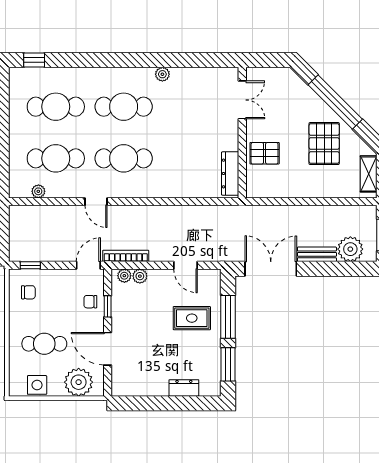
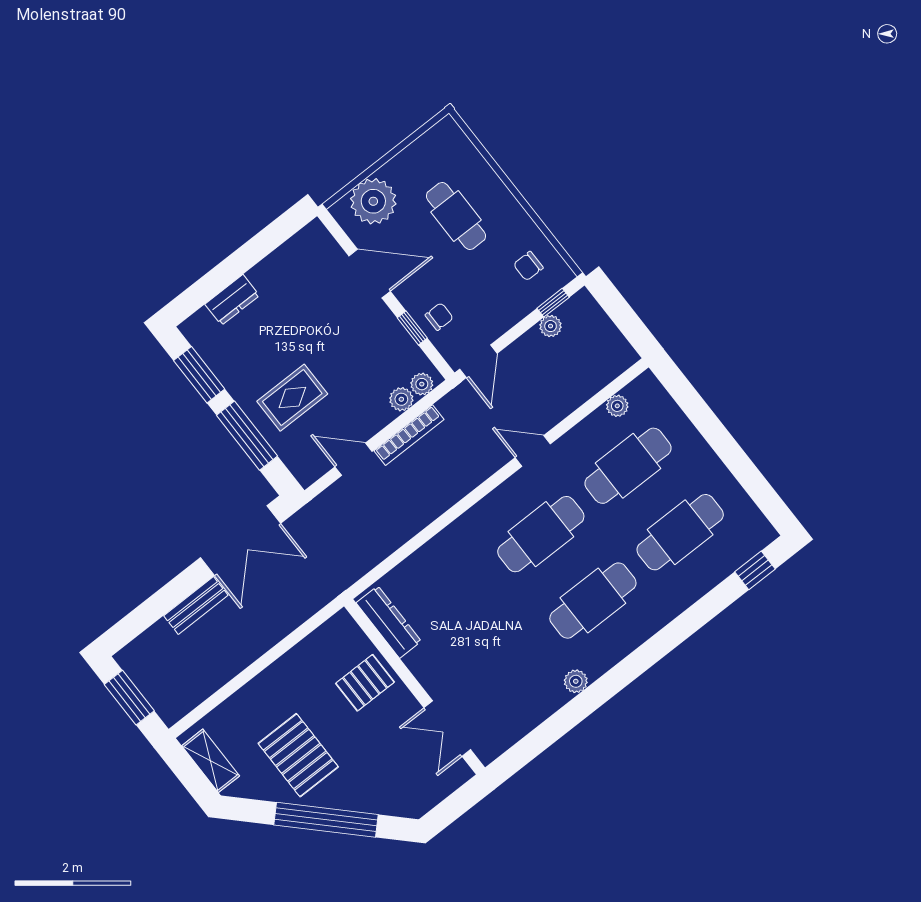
plant: (350, 249) -> (551, 326), moved, width x0.53, depth x0.53
bookcase: (126, 256) -> (409, 435), moved
cafe table: (44, 344) -> (456, 216), turned 90
side table: (37, 385) -> (424, 156), removed

